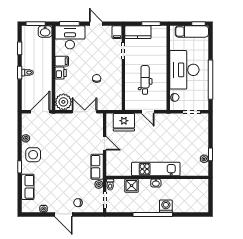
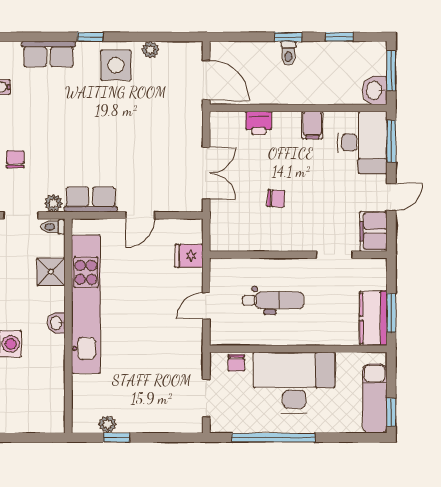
filing cabinet: (117, 32) -> (373, 231), width x2.00
kitchen counter: (138, 32) -> (373, 318), moved
printer: (61, 73) -> (259, 123), moved
plant: (63, 102) -> (227, 129), removed
fridge: (124, 122) -> (189, 256), width x0.53, depth x0.75
kitchen unit: (156, 169) -> (86, 304), width x1.36

